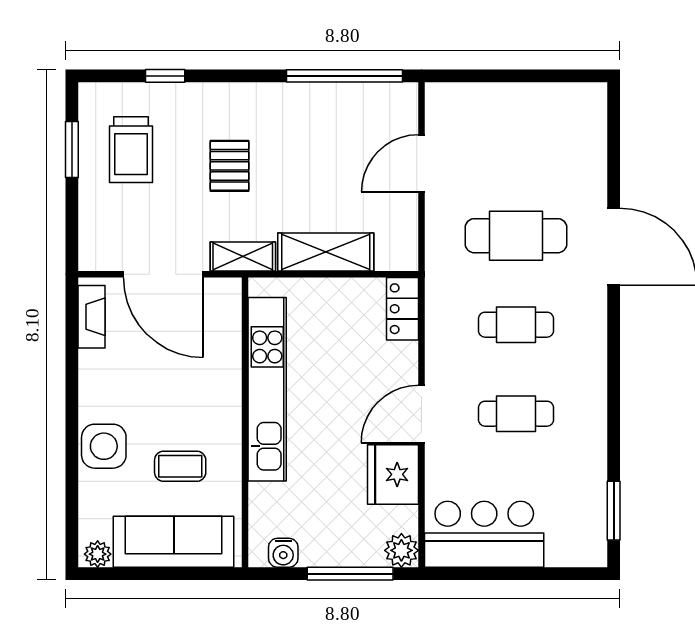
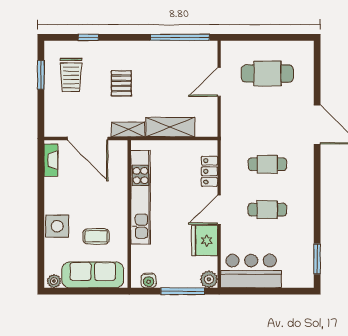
cafe table: (516, 236) -> (267, 73), moved
locker: (403, 309) -> (209, 171), moved

